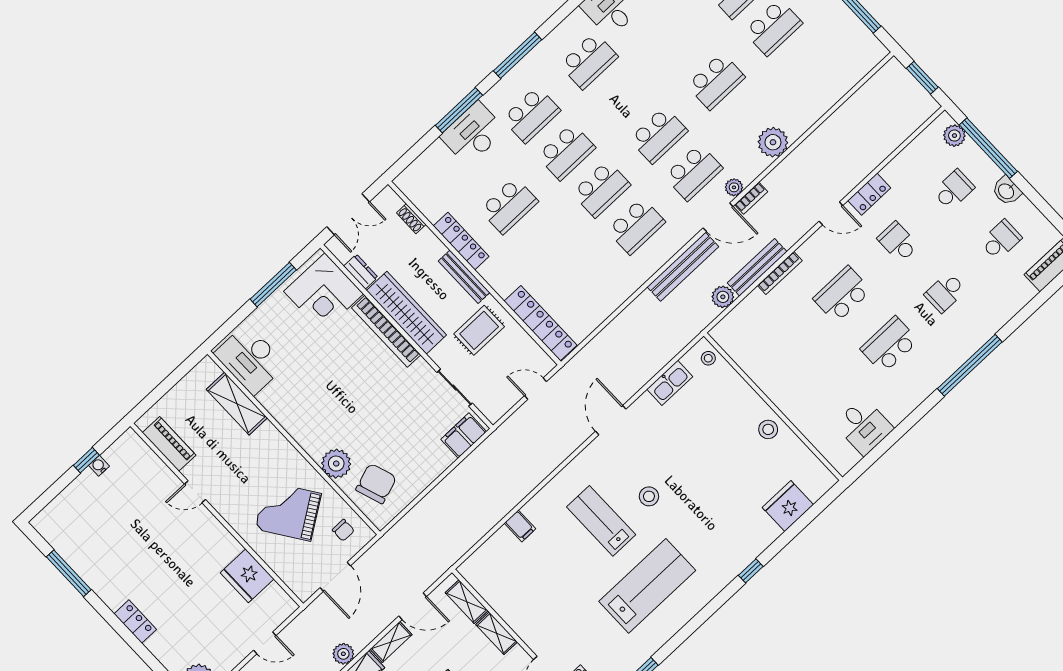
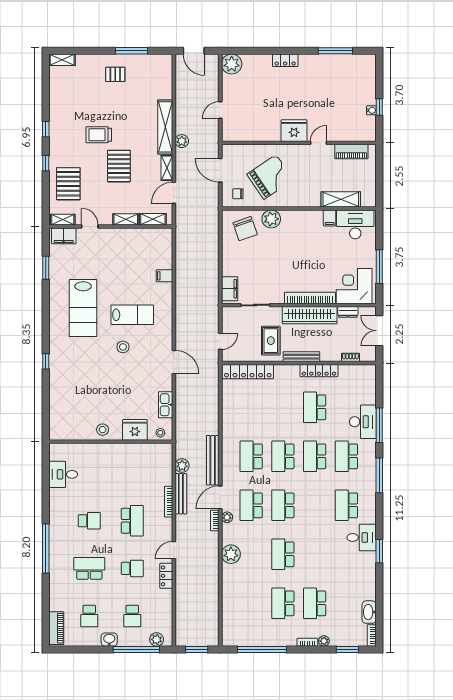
school desk: (945, 292) -> (89, 568), width x1.85
school desk: (889, 345) -> (89, 521), width x0.54
filing cabinet: (271, 396) -> (330, 218), added
fridge: (788, 506) -> (135, 430), moved, turned -90
fridge: (247, 576) -> (294, 131), moved

